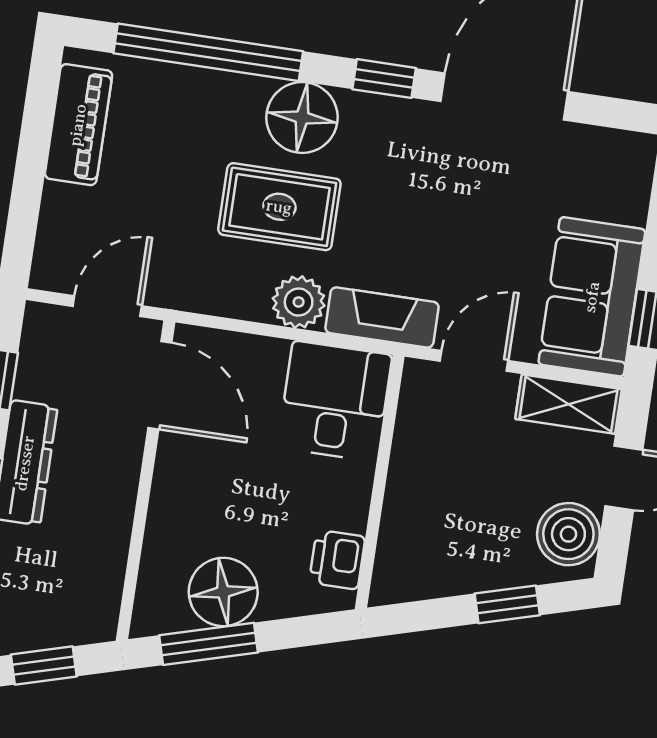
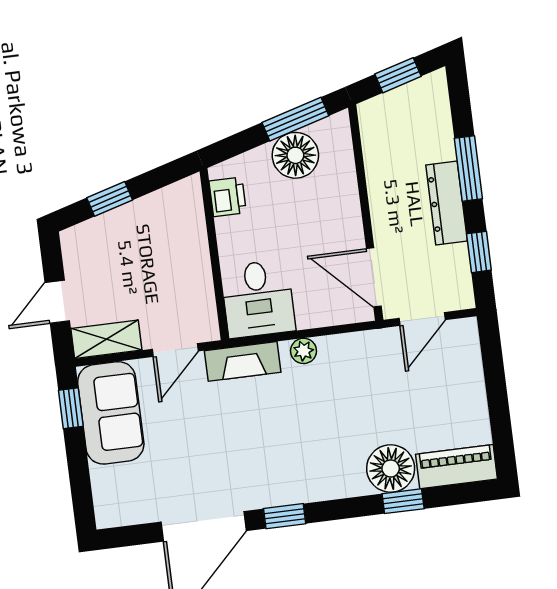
window: (208, 52) -> (403, 501), width x0.32
floor lamp: (302, 117) -> (391, 469), moved
piano: (78, 125) -> (456, 467), moved, turned 90
rug: (279, 207) -> (329, 414), removed
plant: (299, 302) -> (304, 351), width x0.73, depth x0.73
boiler: (568, 534) -> (83, 255), removed

